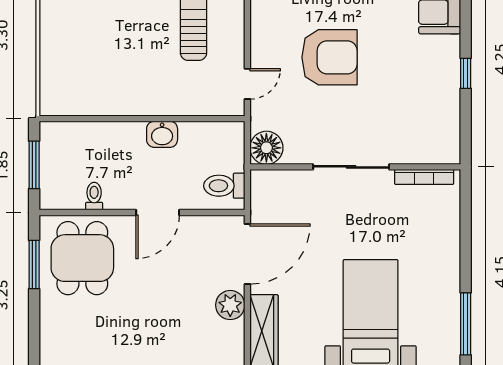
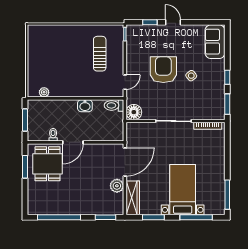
armchair: (329, 57) -> (163, 70), turned -90
side table: (389, 70) -> (191, 76), added
plant: (75, 106) -> (44, 92), added
window: (466, 131) -> (227, 104), added
toilet: (224, 186) -> (114, 105), moved
door: (158, 213) -> (73, 142), moved

